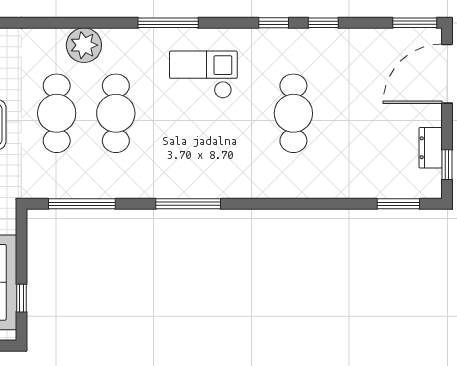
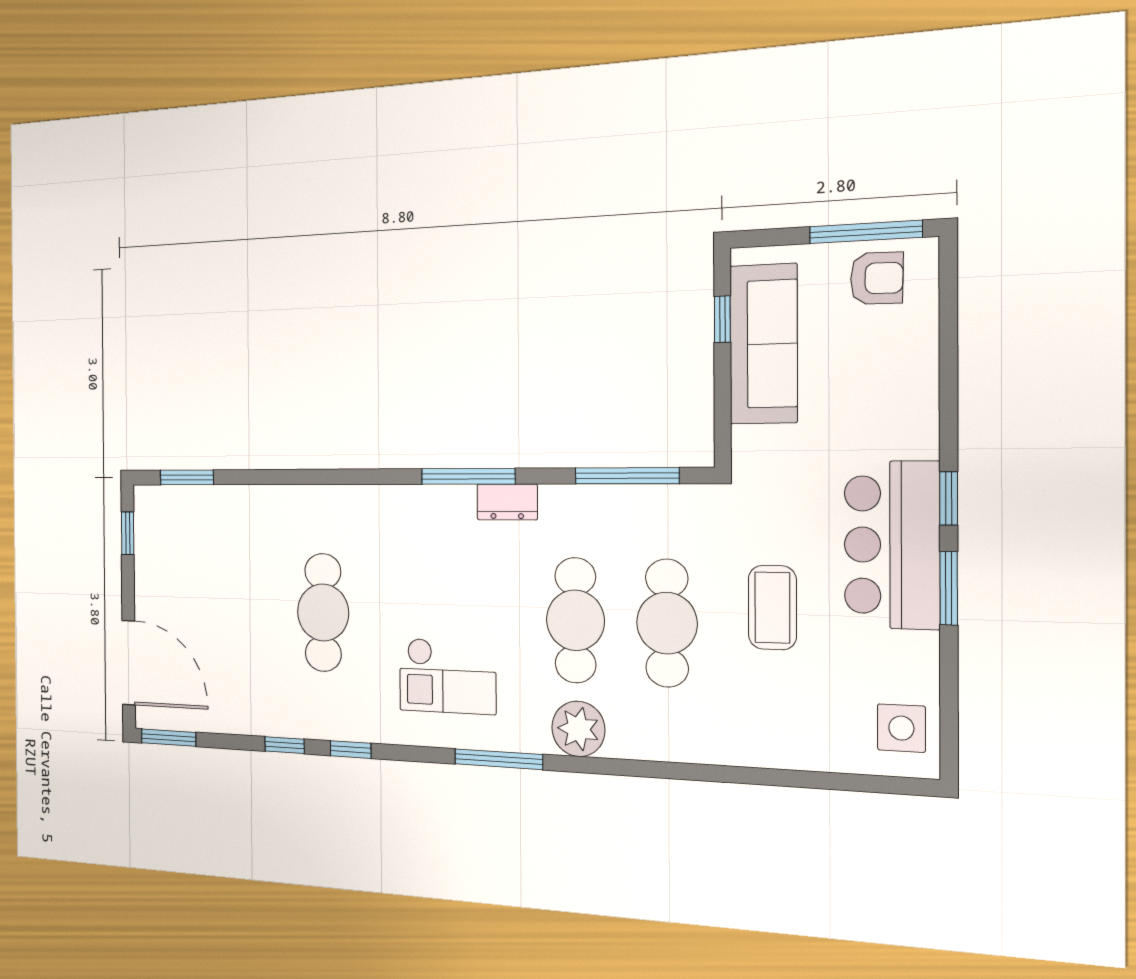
plant: (84, 45) -> (578, 729), moved
door: (447, 74) -> (129, 663), hinge flipped
dresser: (431, 148) -> (507, 502), moved, turned 90

